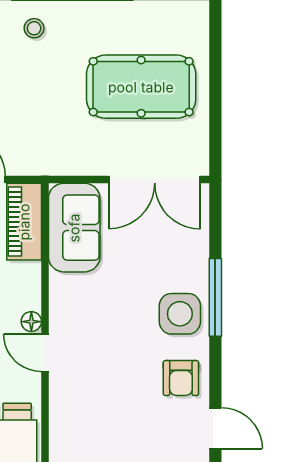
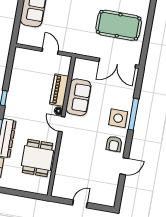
piano: (24, 222) -> (59, 90), moved
sofa: (74, 228) -> (78, 97), moved
door: (215, 428) -> (124, 166), hinge flipped

